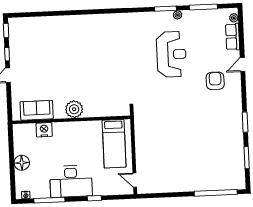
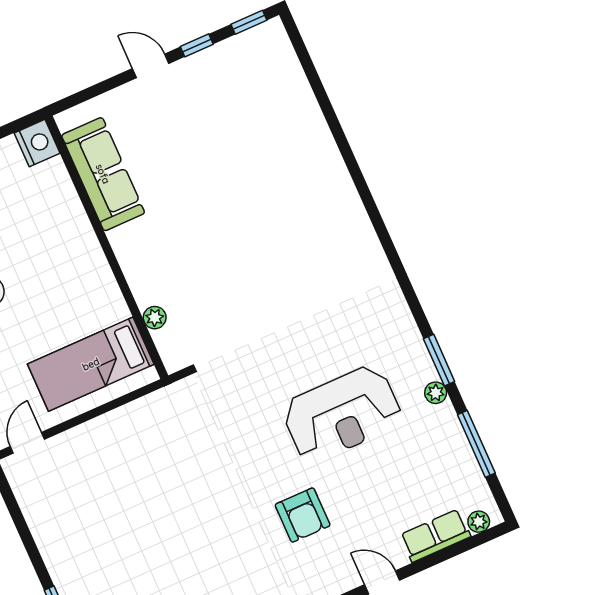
armchair: (215, 81) -> (303, 515), moved, turned 90
plant: (74, 109) -> (155, 318), moved, width x0.53, depth x0.53
sofa: (37, 110) -> (103, 174), width x1.36
nightstand: (44, 130) -> (37, 143), moved

